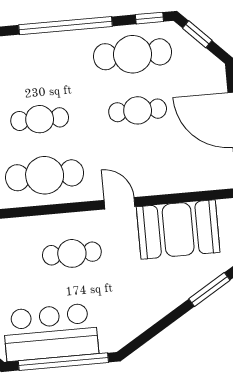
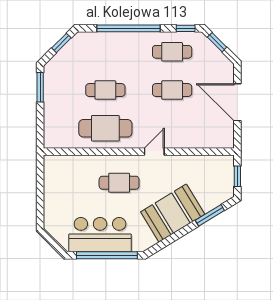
cafe table: (133, 54) -> (172, 52), width x0.73, depth x0.74
door: (120, 203) -> (154, 152), hinge flipped
booth: (178, 230) -> (173, 213), moved, turned -31

